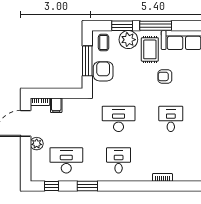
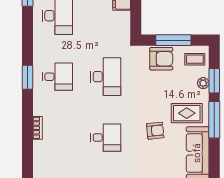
plant: (128, 40) -> (203, 83), width x0.53, depth x0.53
armchair: (165, 76) -> (155, 131), turned 84
window: (87, 186) -> (27, 77), moved

